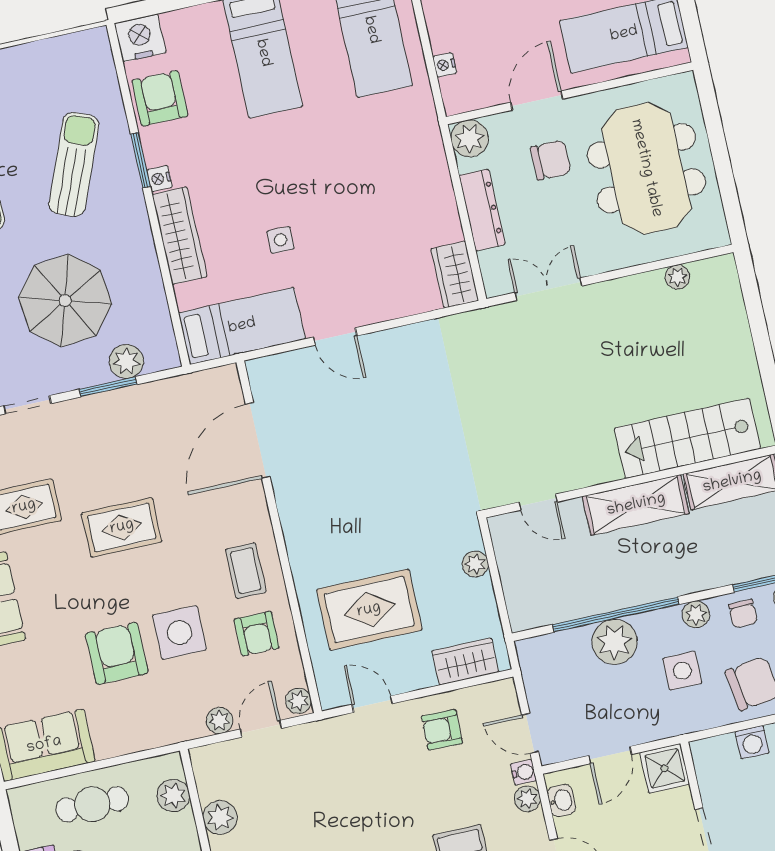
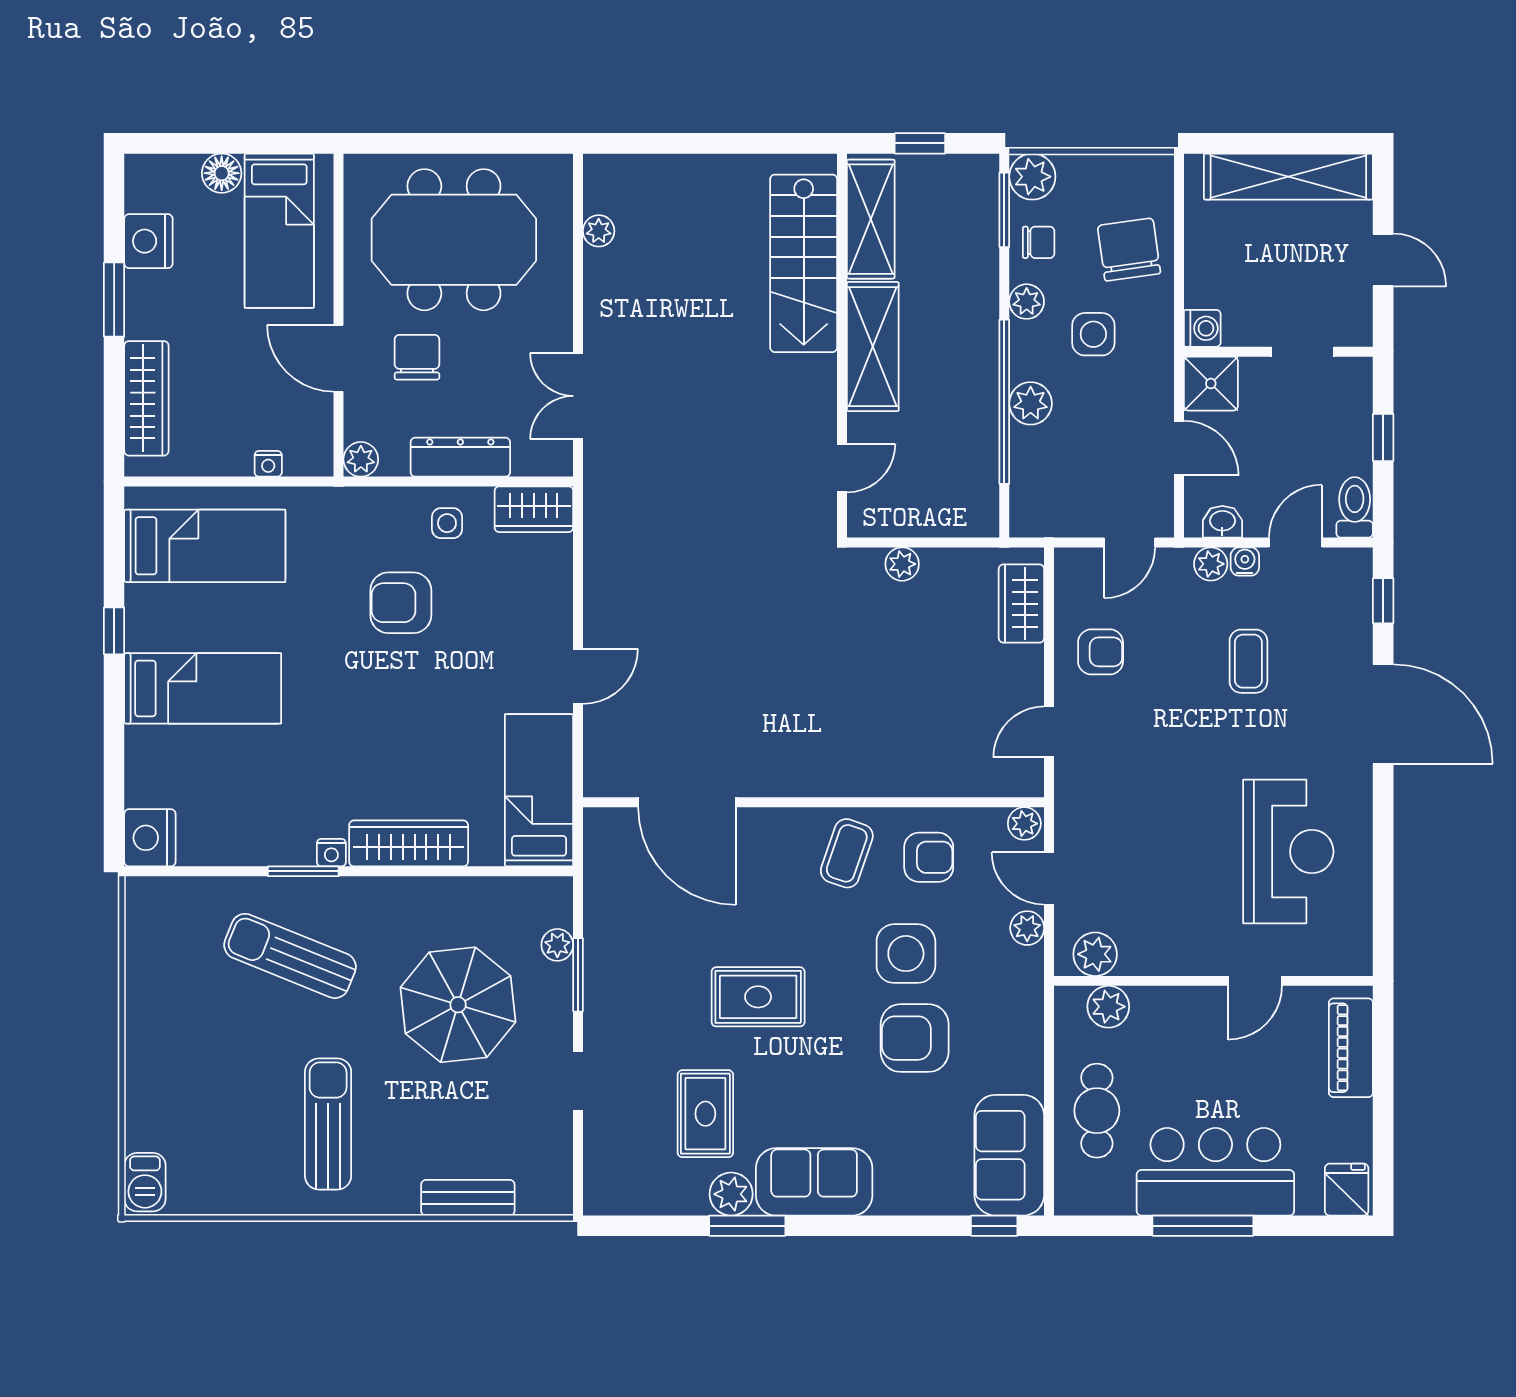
armchair: (160, 98) -> (401, 603), moved
plant: (470, 138) -> (361, 459), width x0.73, depth x0.73
side table: (281, 240) -> (447, 523), moved
plant: (126, 361) -> (557, 945), width x0.73, depth x0.73
rug: (122, 527) -> (758, 997), turned 90
coffee table: (246, 571) -> (847, 853), turned -71
rug: (369, 610) -> (930, 709), removed
plant: (615, 642) -> (1031, 403), width x0.73, depth x0.73
armchair: (442, 730) -> (1101, 652), turned -91
washing machine: (752, 742) -> (1202, 328), moved
water cooler: (523, 772) -> (1245, 562), moved
plant: (220, 817) -> (1095, 954), moved

